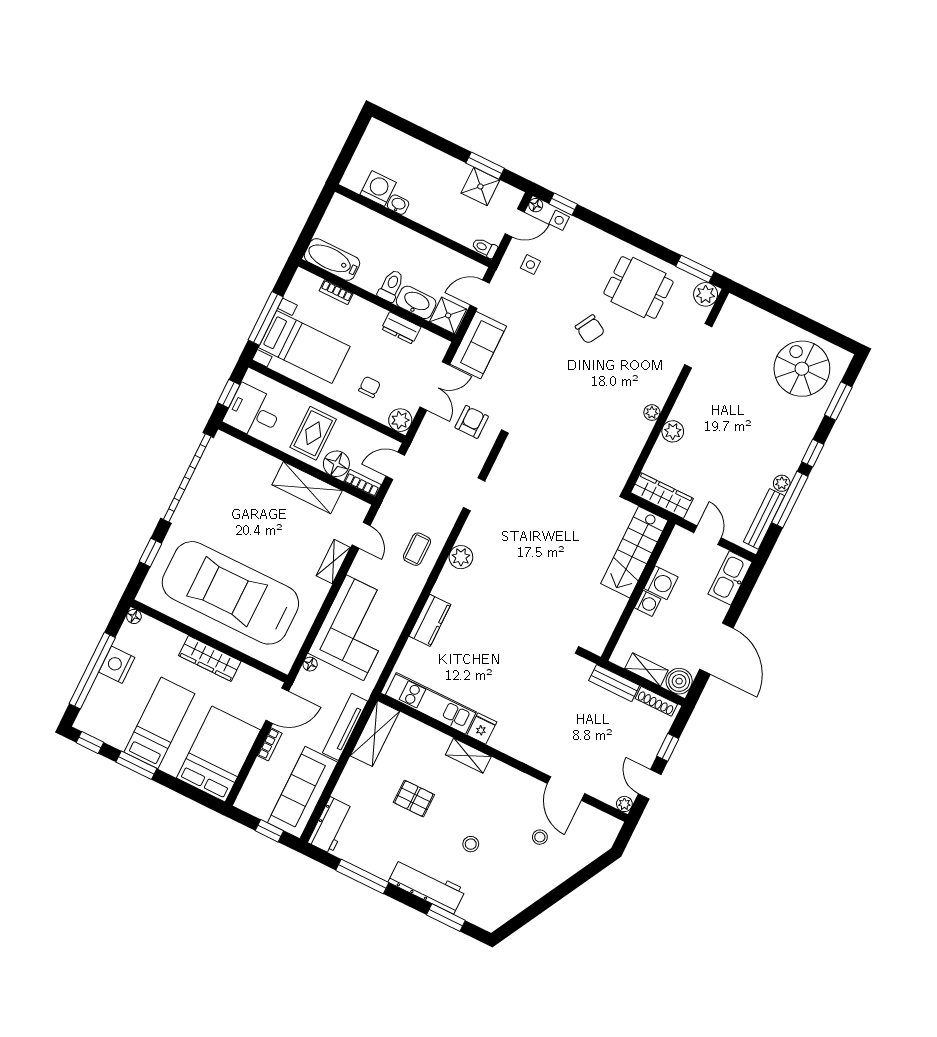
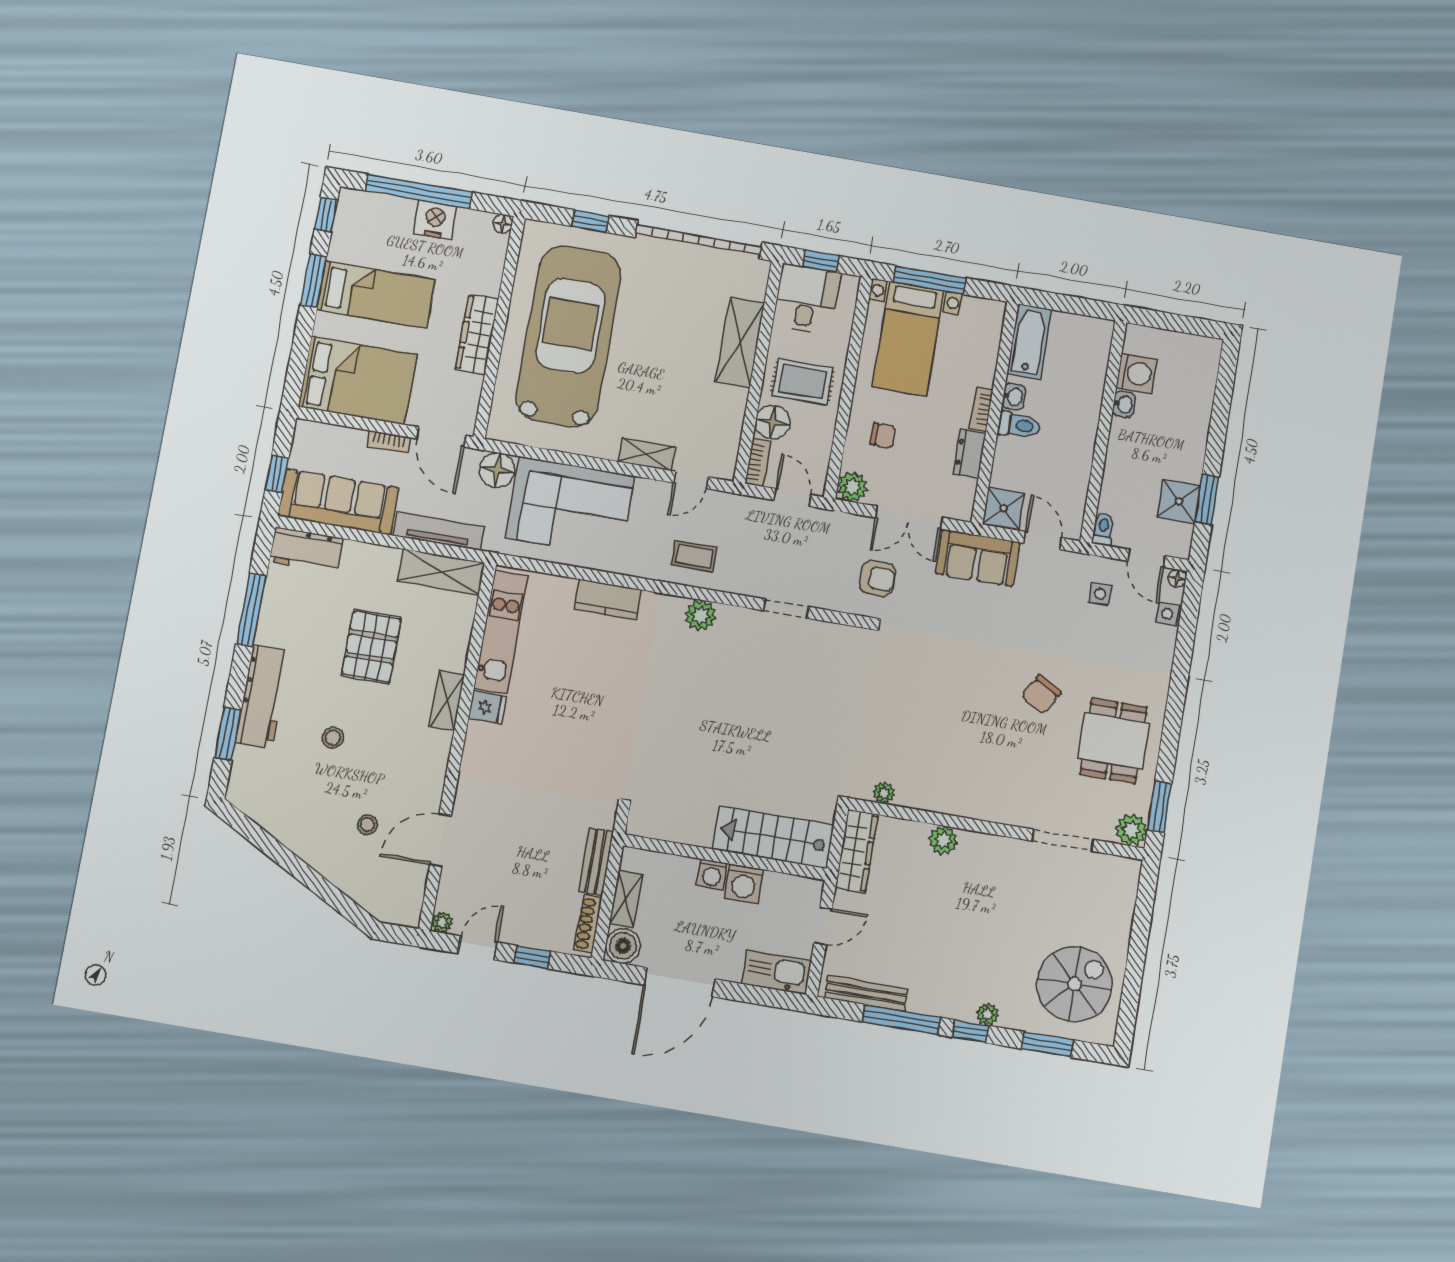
window: (563, 204) -> (1189, 613), removed
bookcase: (336, 292) -> (981, 409), moved
washbasin: (416, 302) -> (1014, 397), moved, width x0.52, depth x0.69
plant: (652, 413) -> (884, 793), moved
plant: (782, 483) -> (988, 1014), moved
shelving: (307, 488) -> (740, 342), moved
floor lamp: (310, 664) -> (497, 470), width x1.89, depth x1.89
pallet: (414, 798) -> (371, 647), width x1.50, depth x1.42

